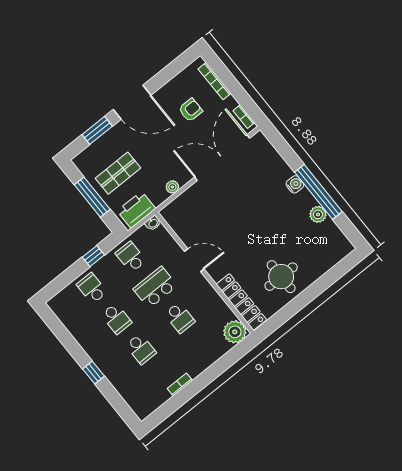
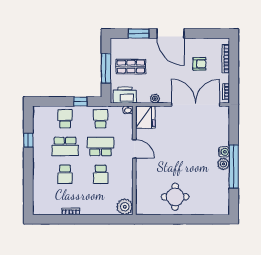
plant: (318, 214) -> (223, 164), moved
fridge: (178, 216) -> (145, 117), added
locker: (241, 302) -> (142, 193), removed
school desk: (116, 319) -> (65, 146), width x1.85
window: (94, 373) -> (28, 140), moved

